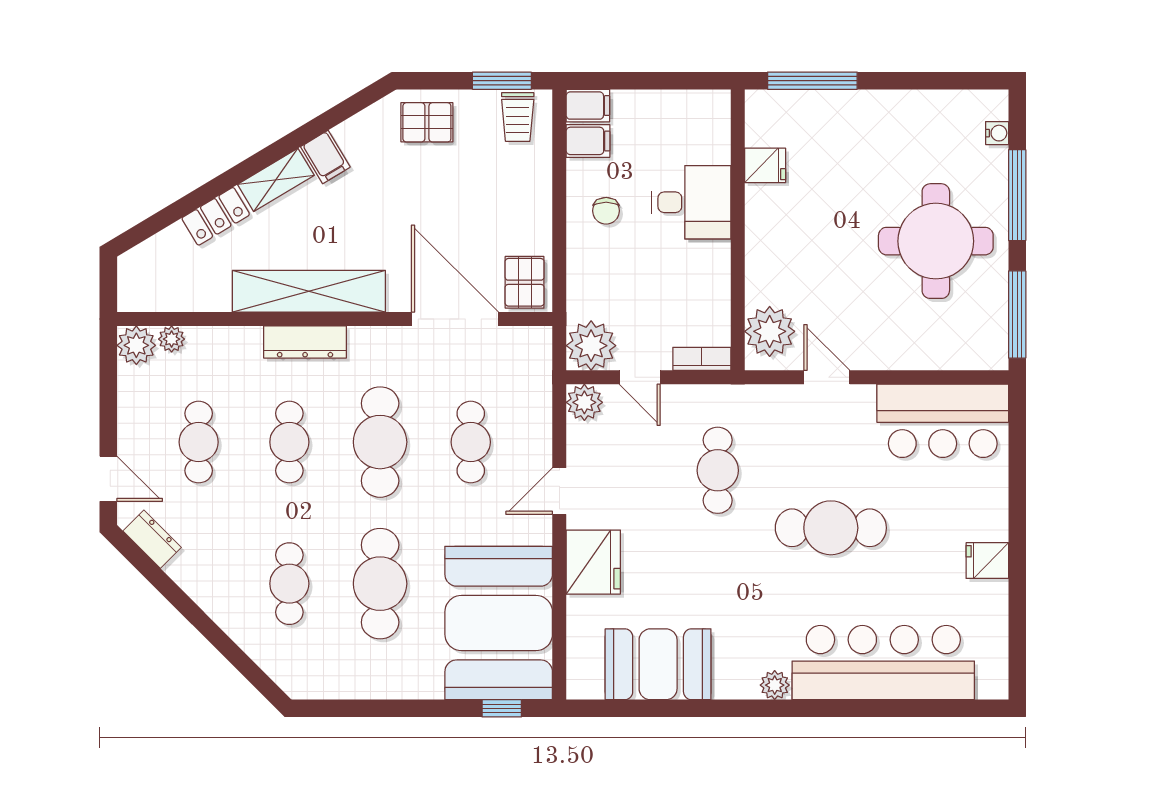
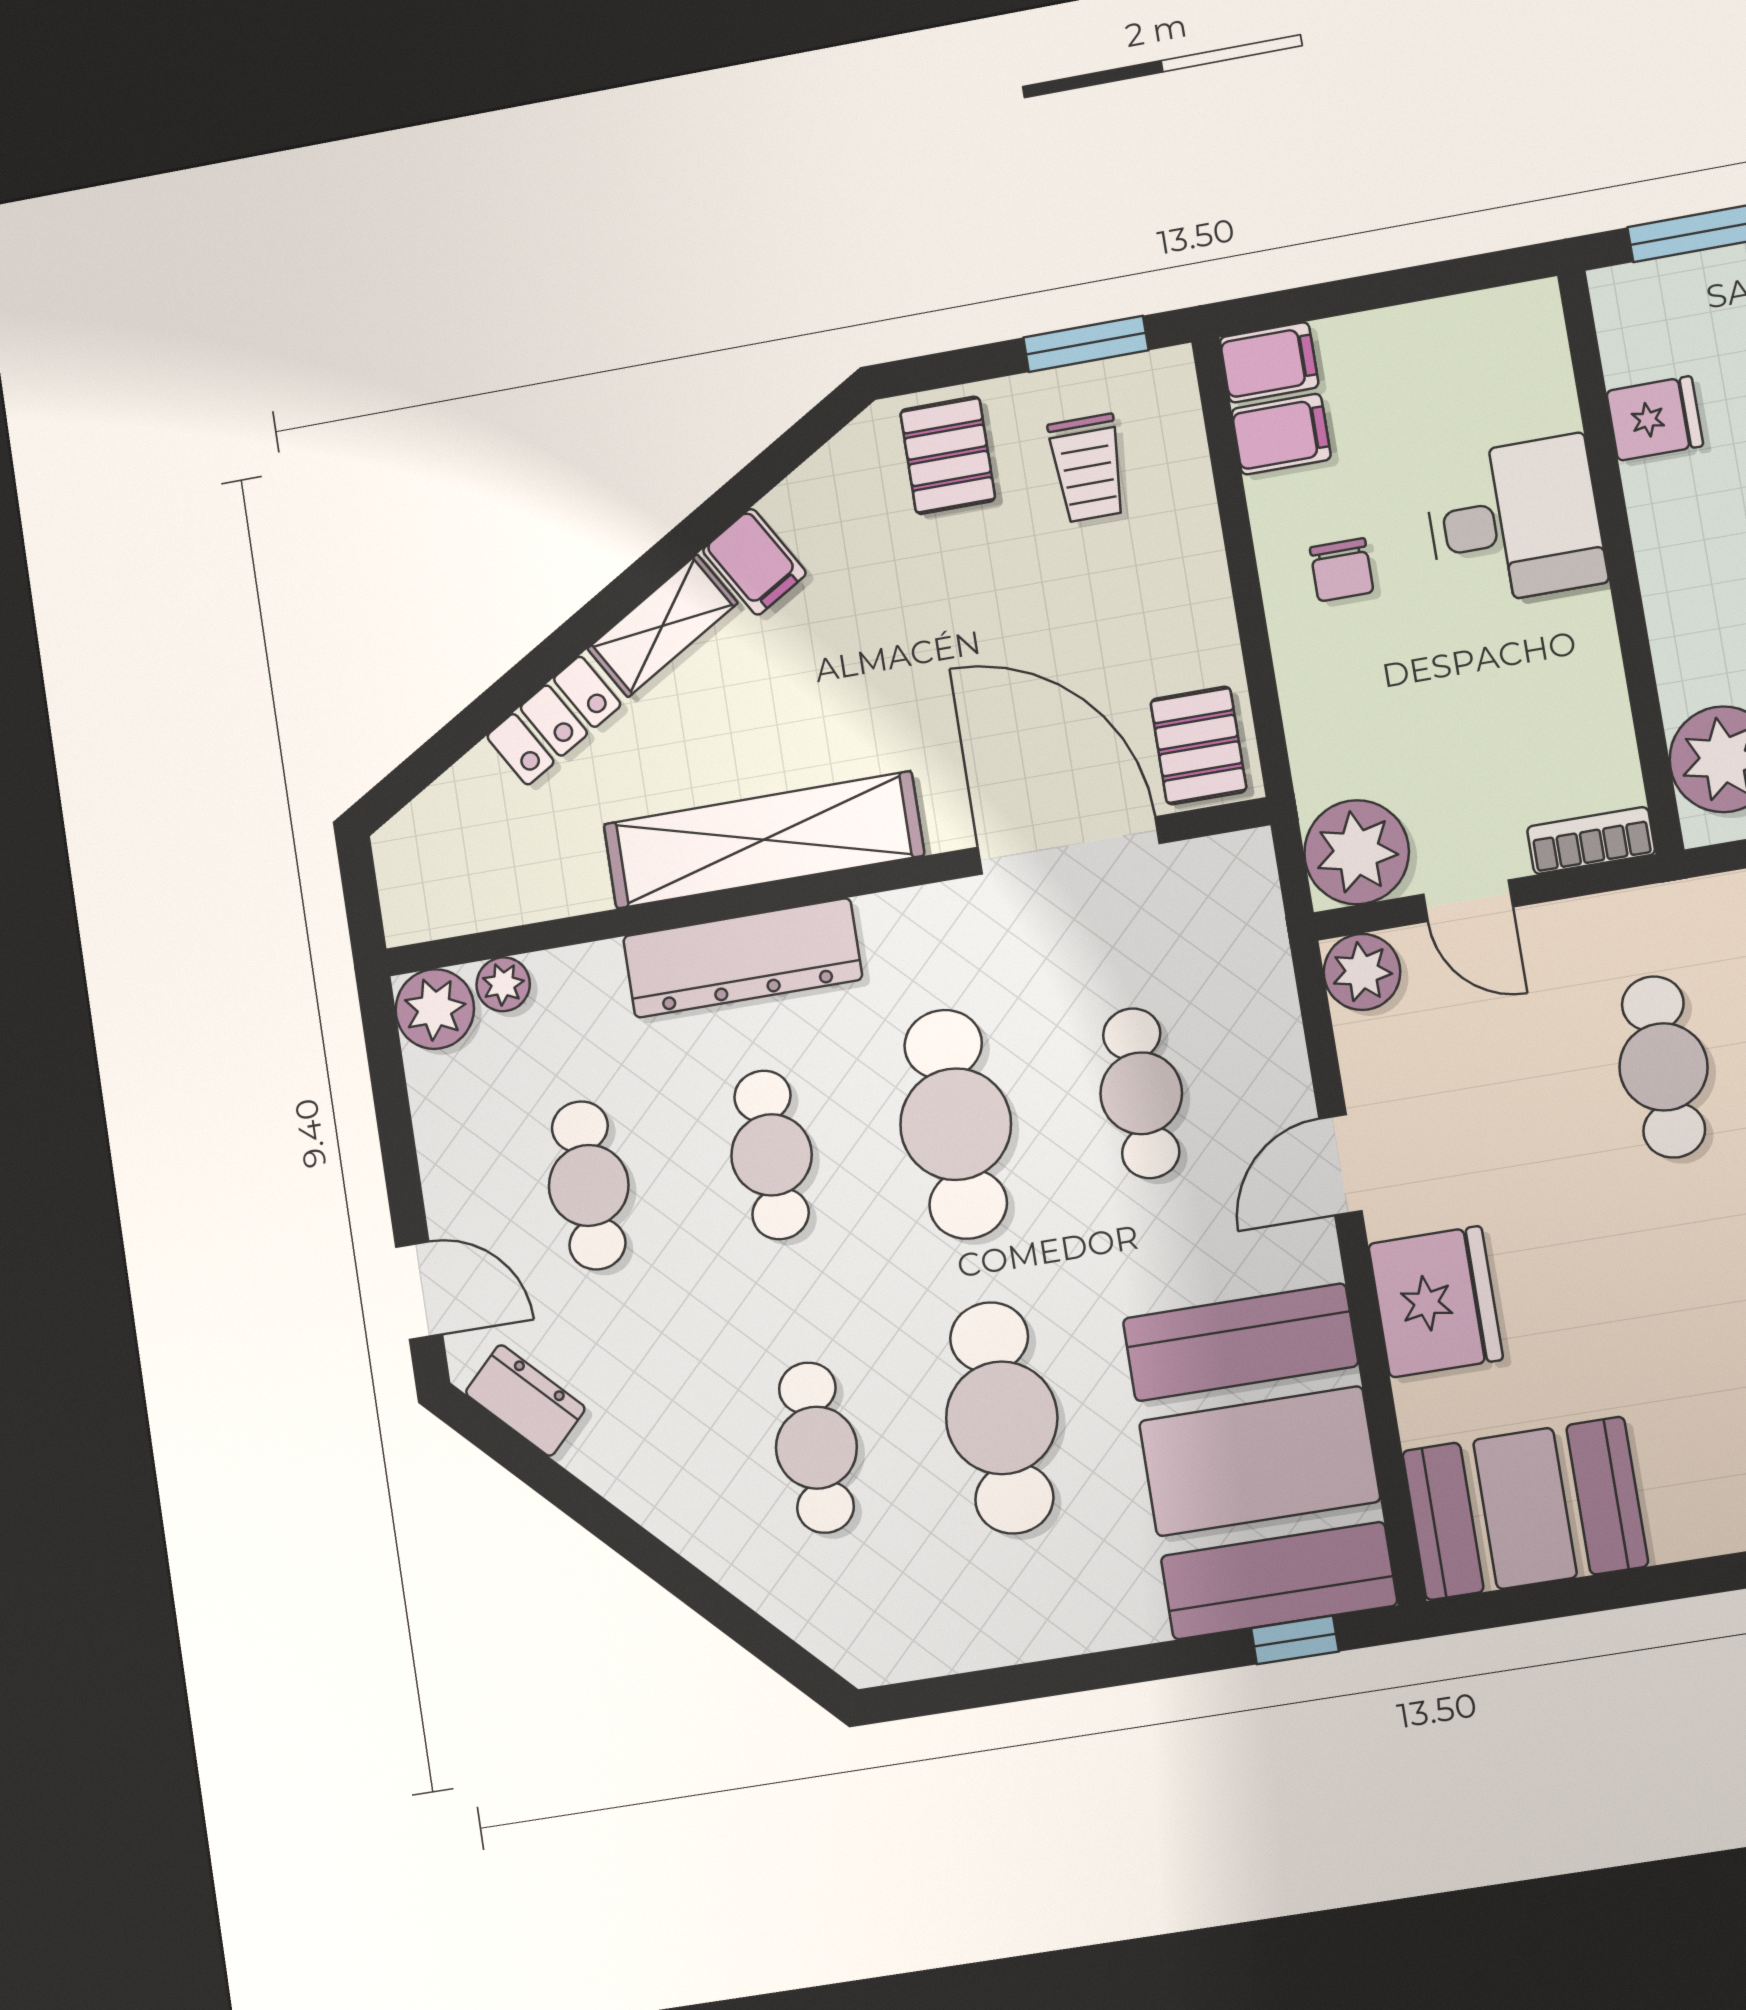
trolley: (518, 117) -> (1088, 468), moved
pallet: (427, 122) -> (948, 455), turned 90
dresser: (305, 342) -> (743, 958), width x1.37, depth x1.24
booth: (658, 664) -> (1525, 1508), moved

